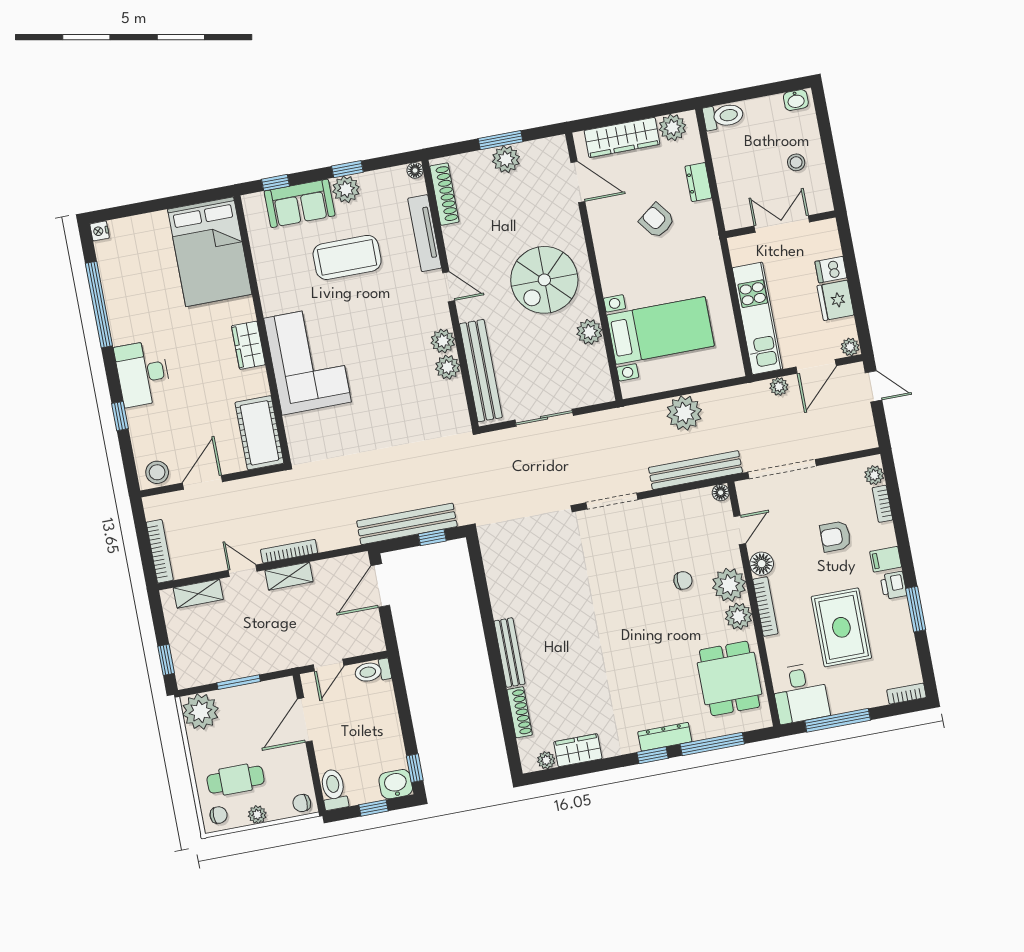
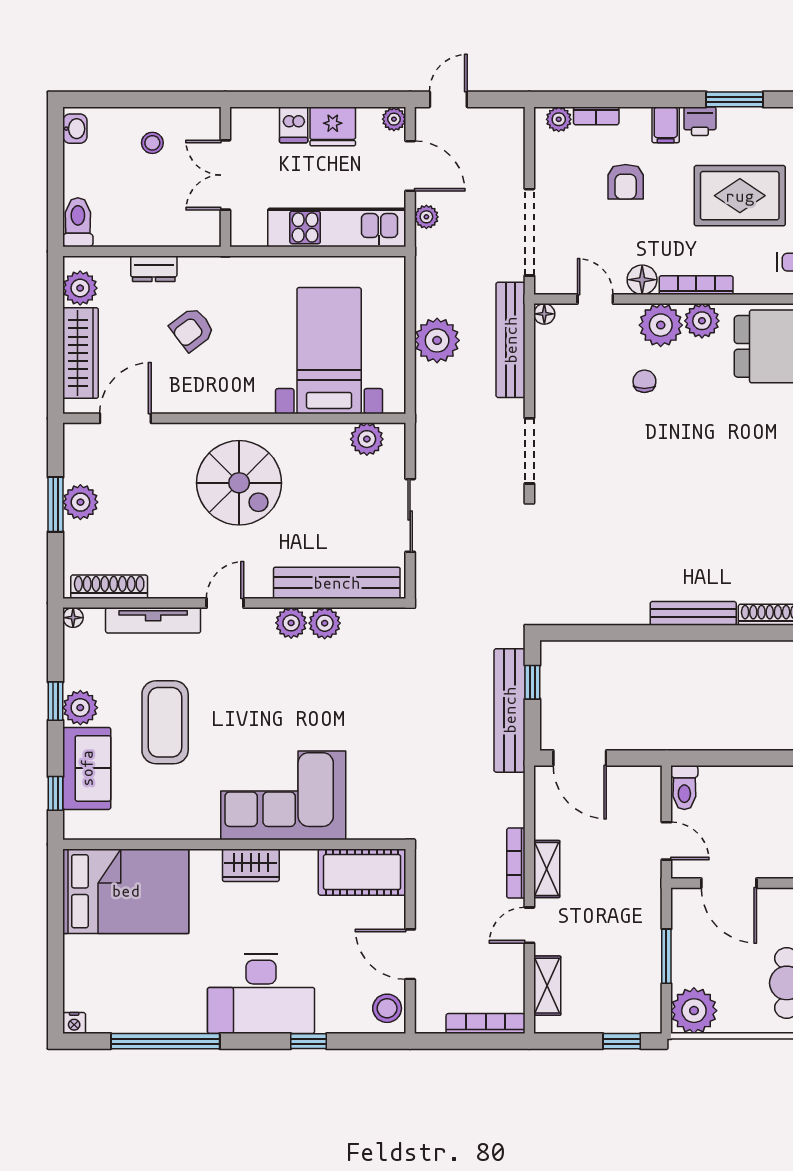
plant: (589, 332) -> (367, 439), moved
desk: (143, 373) -> (261, 994), width x1.36, depth x1.30

